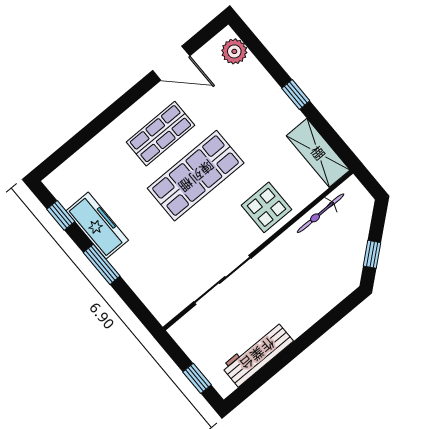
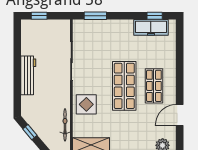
freezer: (97, 226) -> (151, 27), moved
window: (102, 264) -> (95, 16), moved
workbench: (257, 354) -> (28, 75), moved

